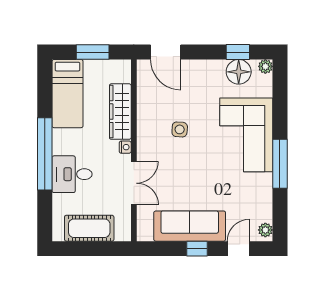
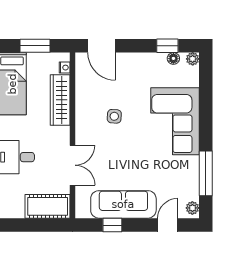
floor lamp: (239, 72) -> (173, 58), width x0.53, depth x0.53
nightstand: (125, 147) -> (65, 68), moved
window: (280, 164) -> (206, 173), moved
cot: (89, 228) -> (48, 206), moved
window: (197, 249) -> (112, 225), moved

